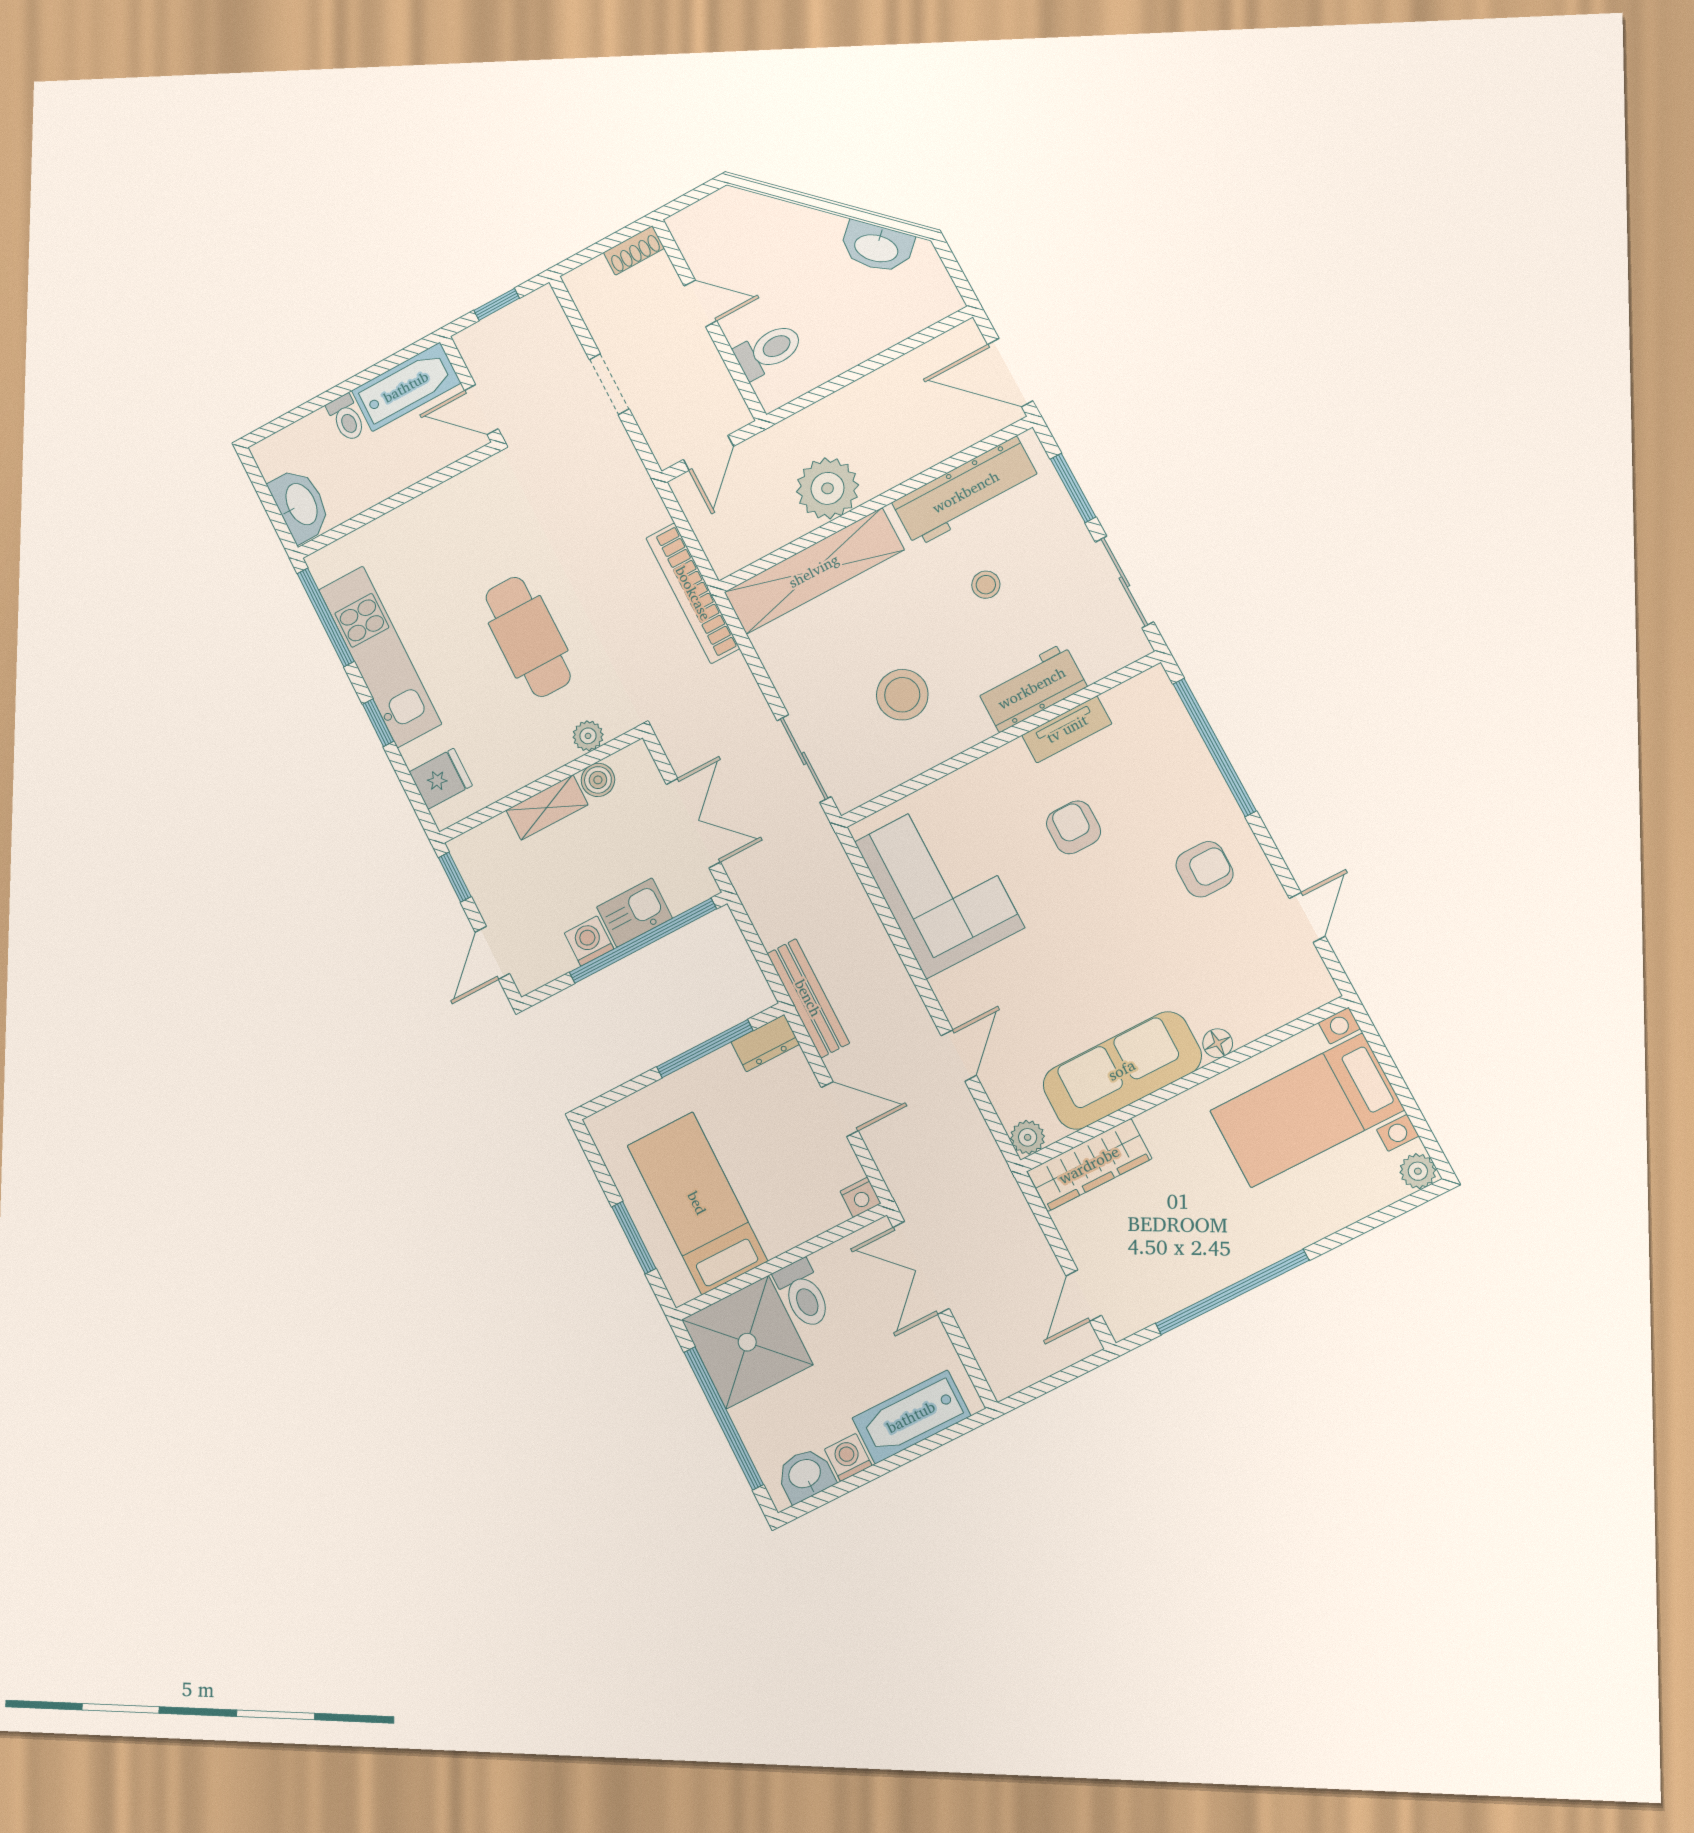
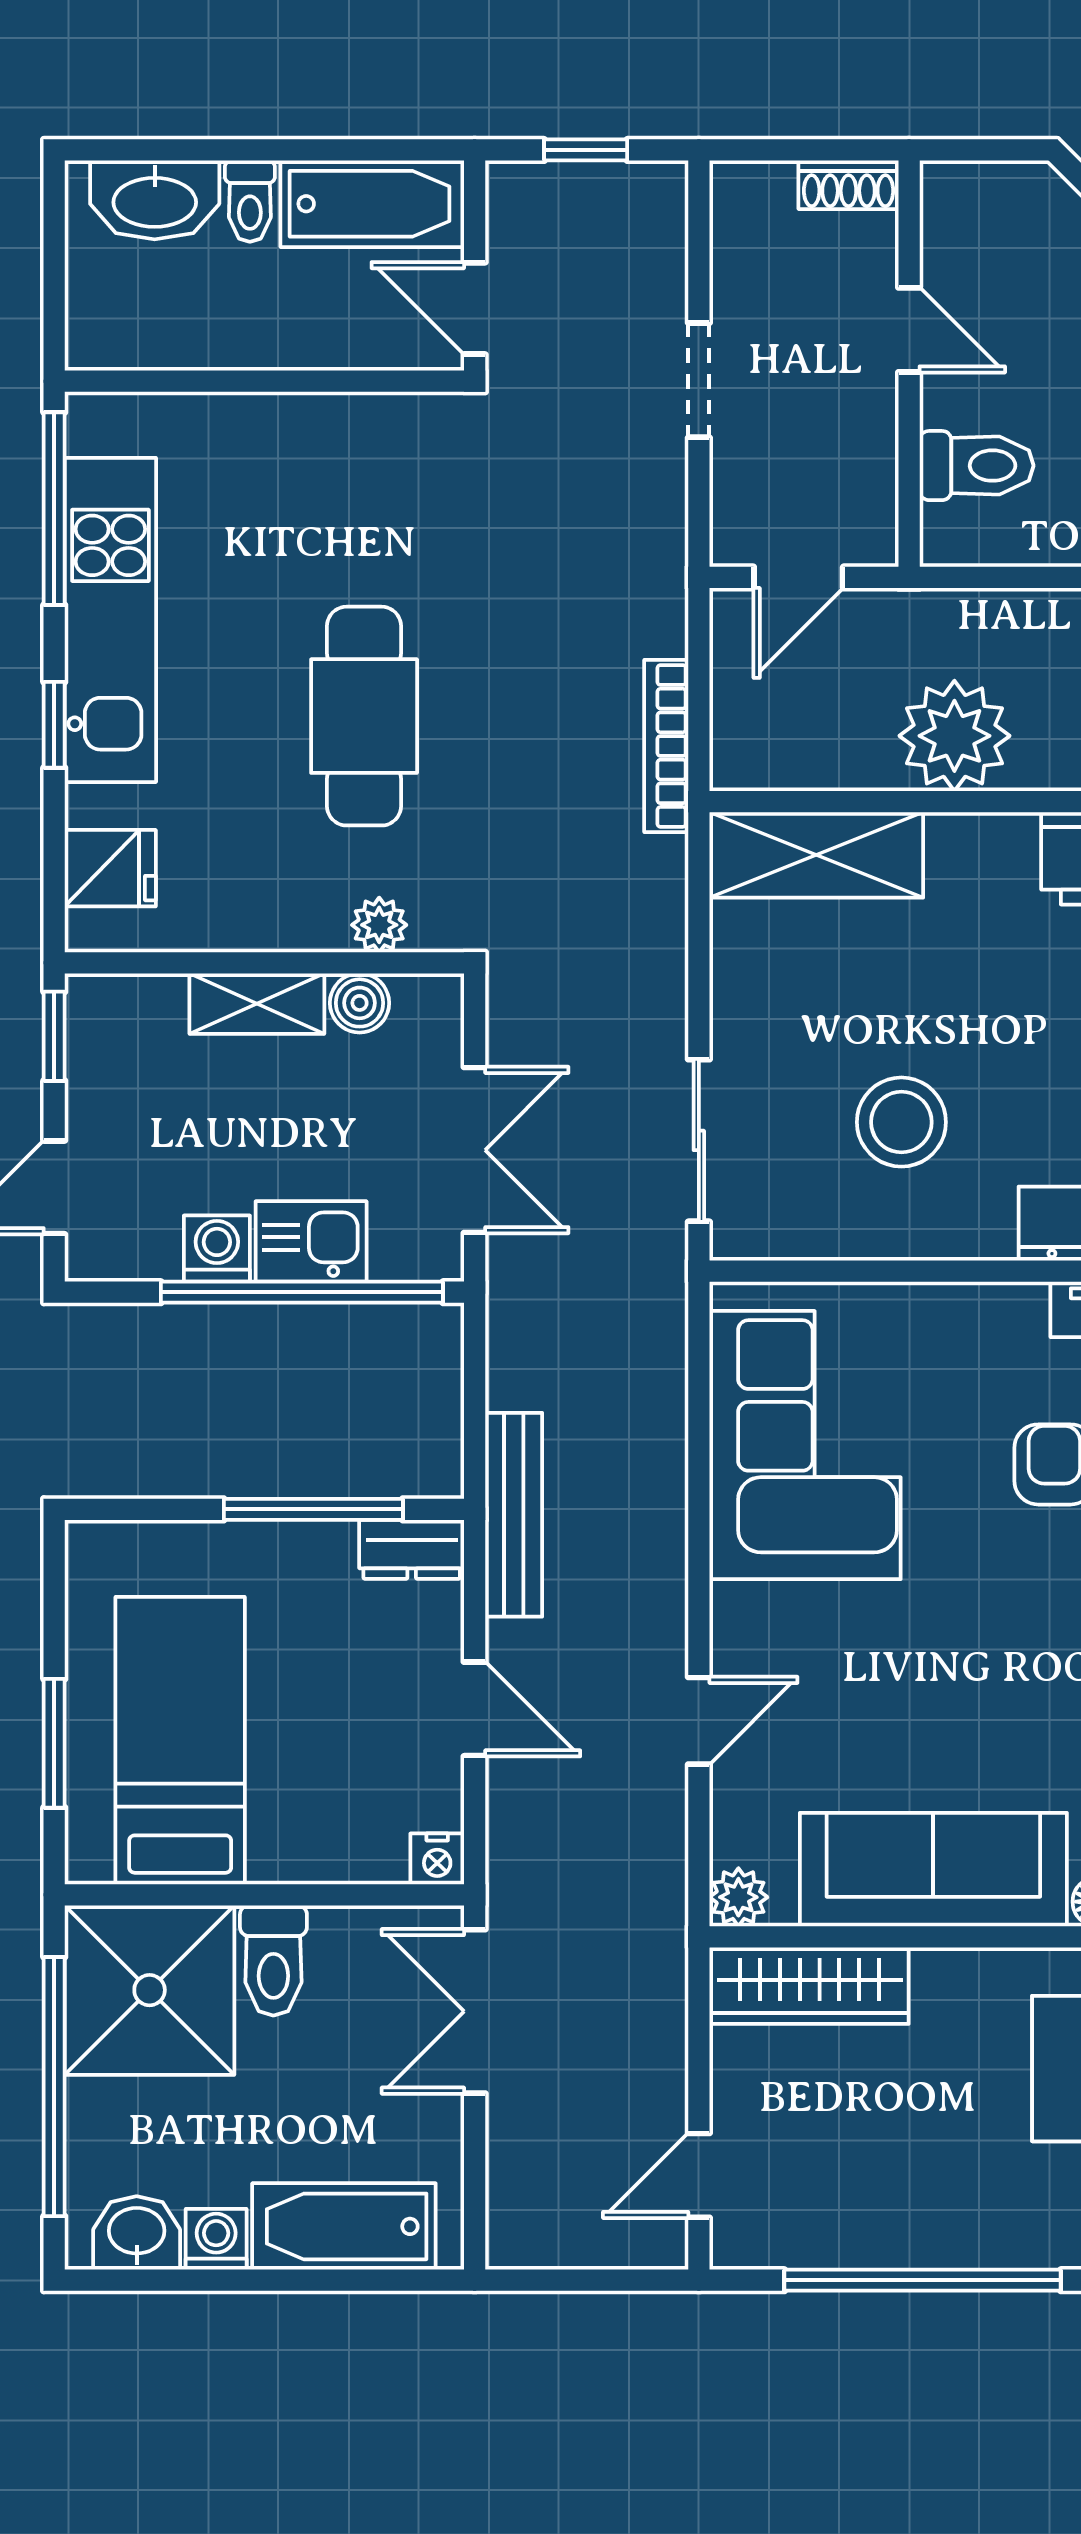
washbasin: (300, 505) -> (155, 200), moved, turned 90
shelving: (814, 571) -> (816, 855), width x0.68
bookcase: (693, 593) -> (666, 746), width x0.68, depth x0.76

